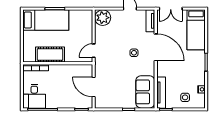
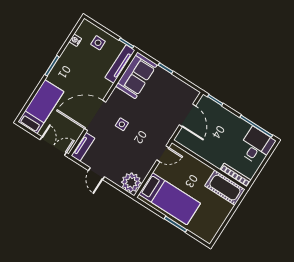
bed: (46, 20) -> (170, 199), moved, turned 180
door: (156, 47) -> (95, 115), hinge flipped
cot: (50, 55) -> (225, 188), moved

